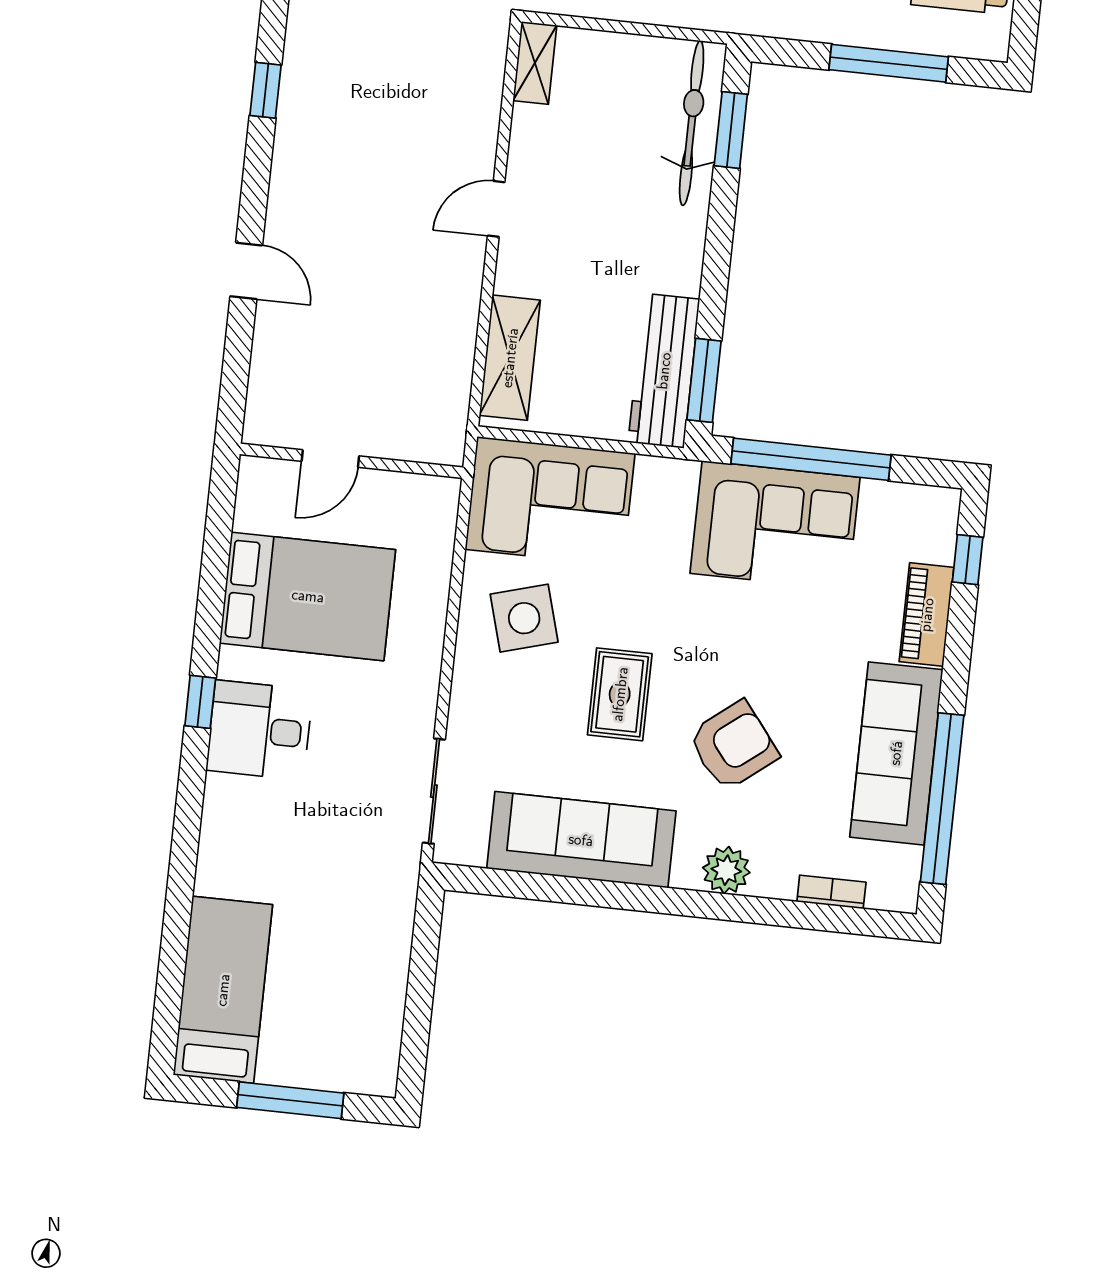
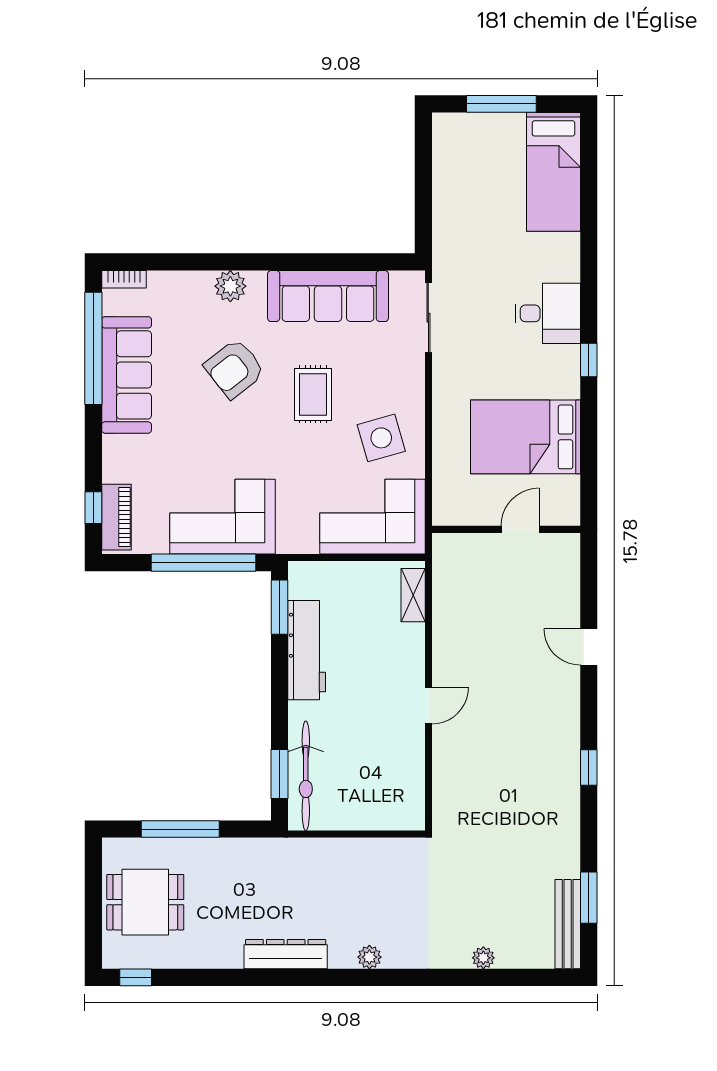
shelving: (535, 63) -> (413, 804), removed
shelving: (510, 358) -> (413, 595), width x0.67, depth x0.75
workbench: (664, 371) -> (307, 650), moved
piano: (927, 615) -> (116, 517), moved
desk: (259, 730) -> (548, 313), moved
bookcase: (831, 892) -> (124, 279), moved

